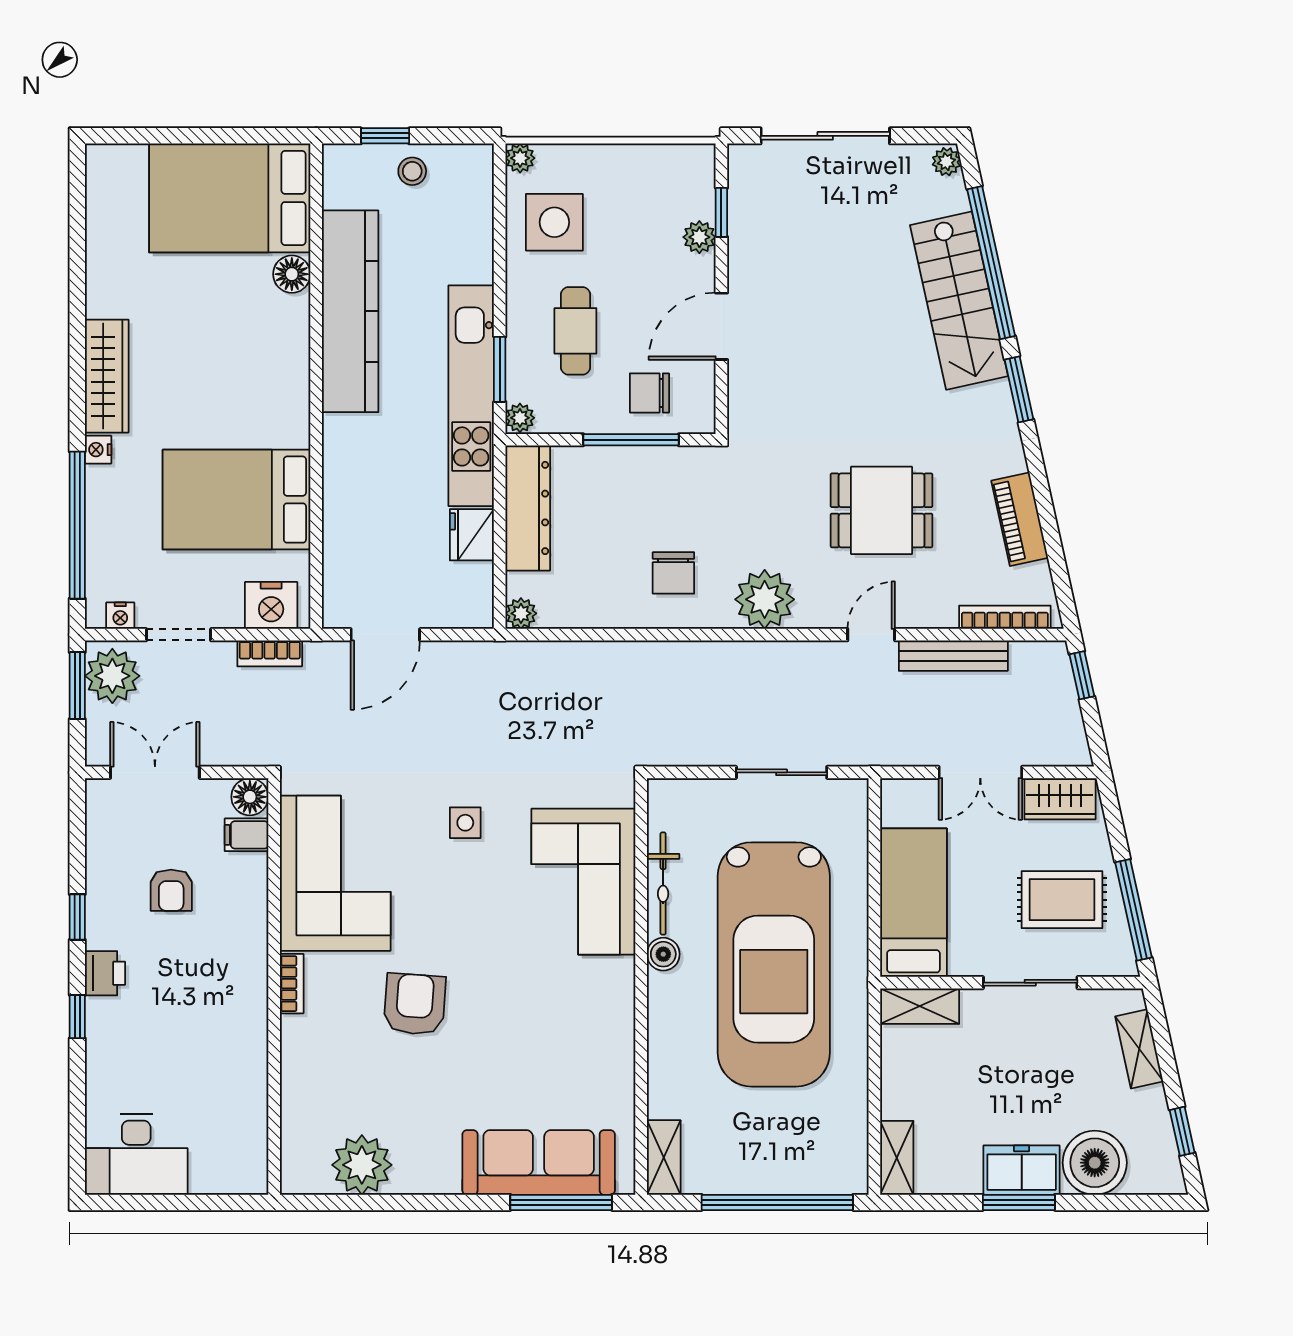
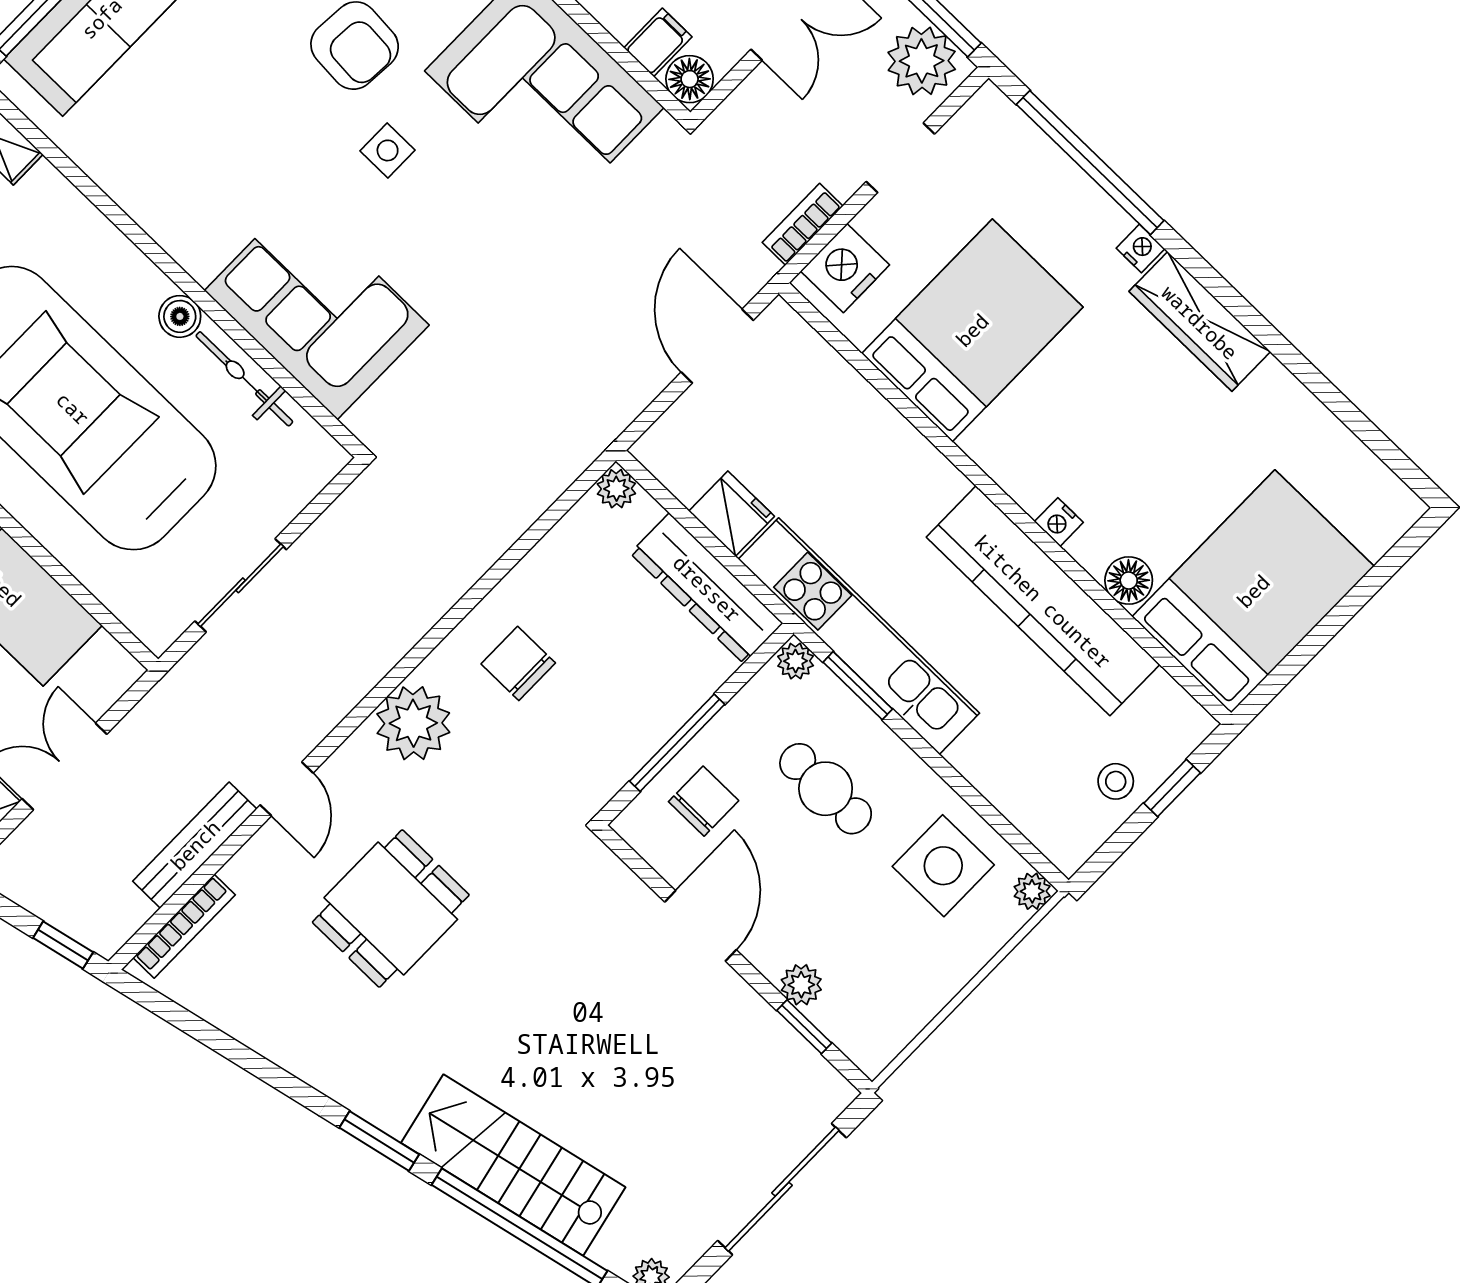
piano: (1020, 519) -> (260, 1027), removed
nightstand: (120, 616) -> (1059, 522), moved, turned -90
side table: (465, 823) -> (388, 150), moved

